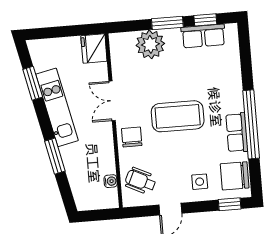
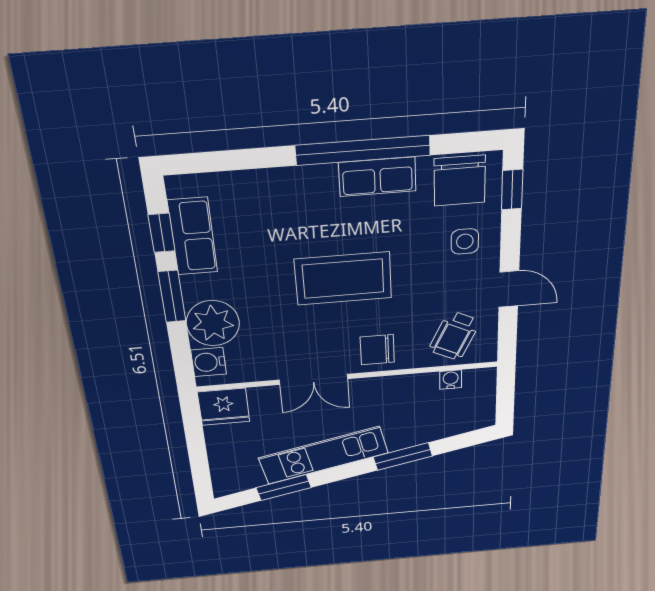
water cooler: (125, 41) -> (209, 362), added
coffee table: (178, 116) -> (343, 279), turned 90

